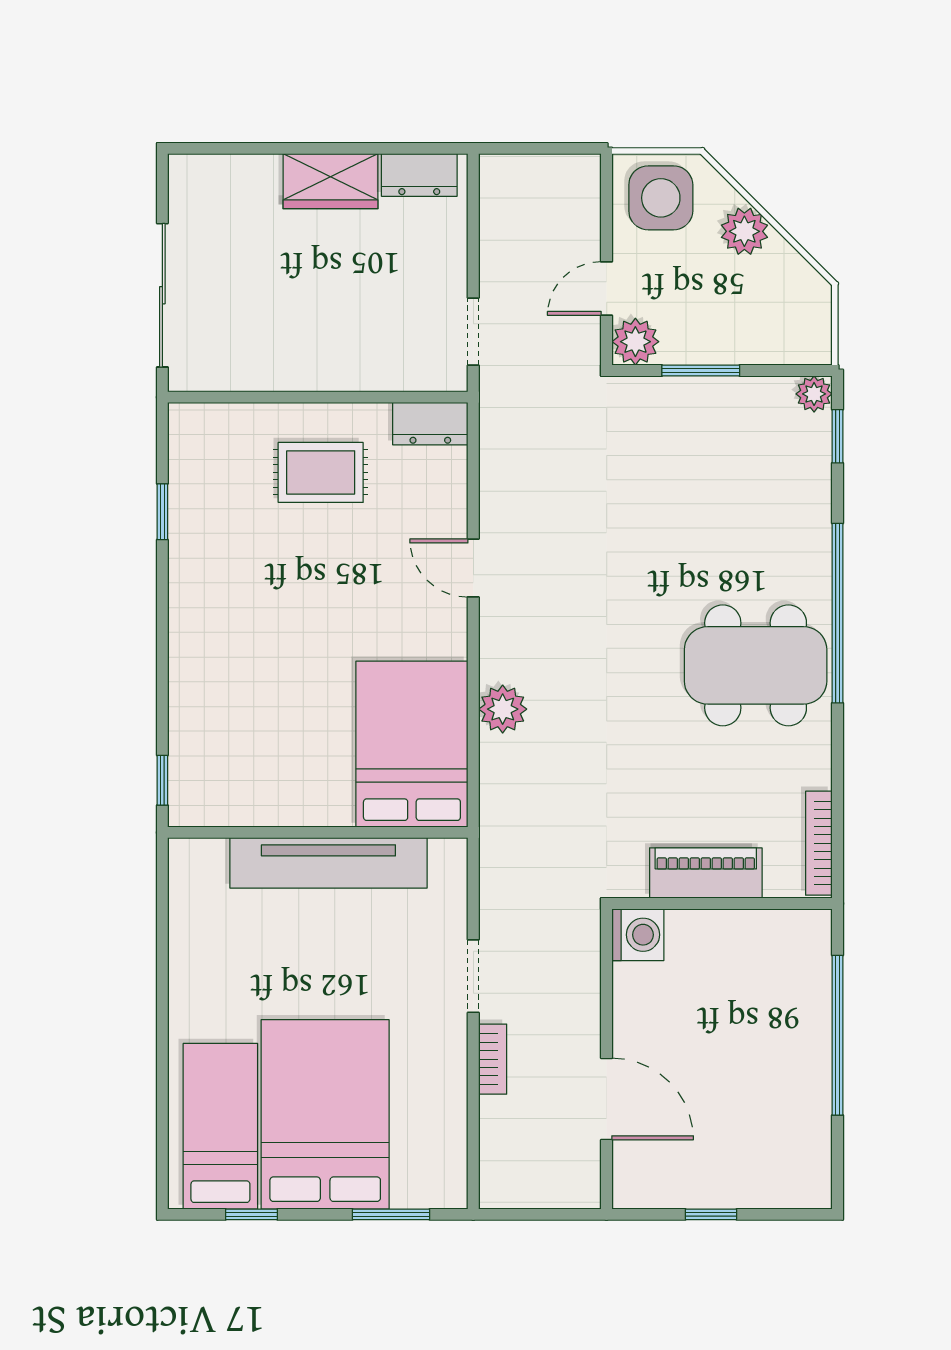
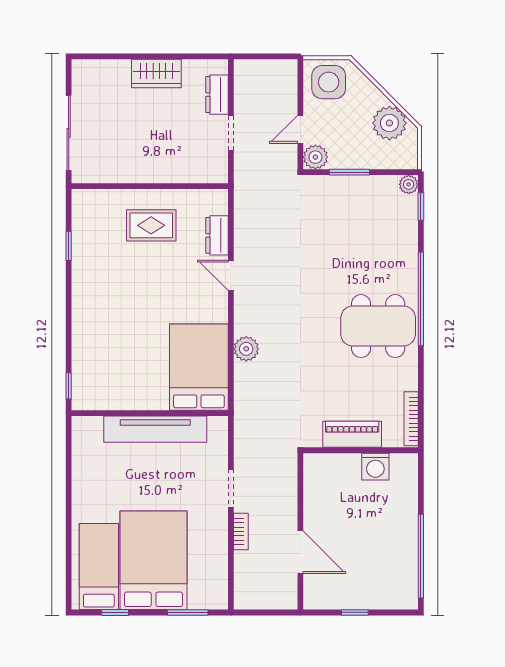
dresser: (419, 175) -> (217, 95), moved, turned 90
plant: (744, 231) -> (389, 123), moved, width x1.36, depth x1.36
doorway: (473, 332) -> (231, 133), moved
dresser: (430, 424) -> (217, 235), moved, turned 90
washing machine: (638, 935) -> (375, 467), moved, turned 90
window: (837, 1035) -> (421, 556), moved

